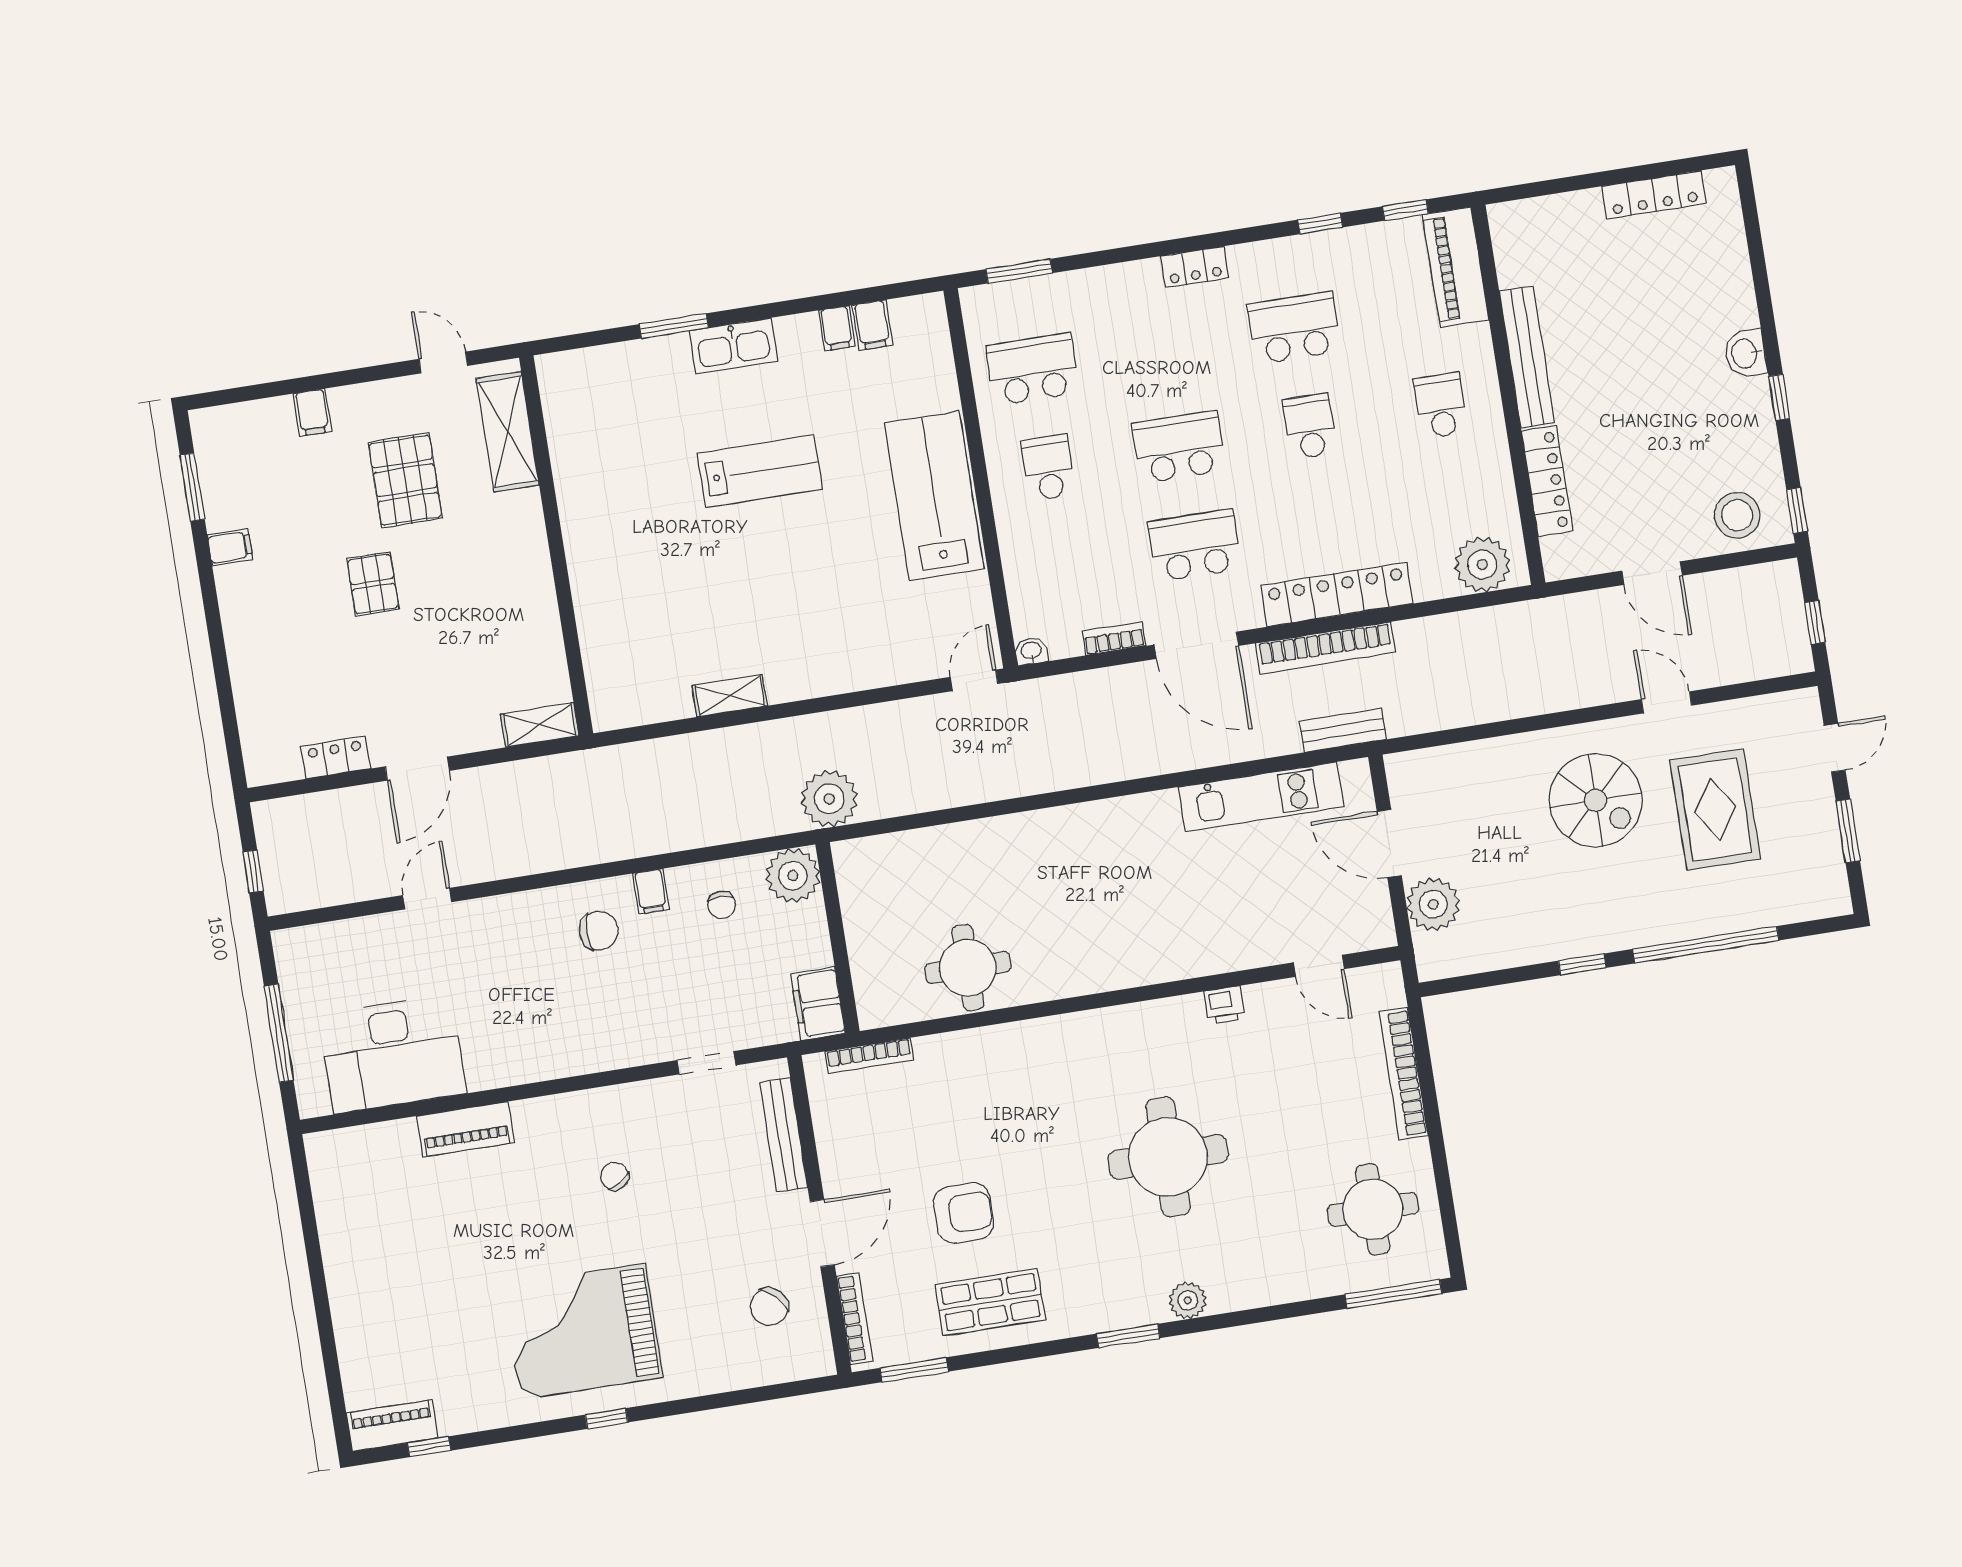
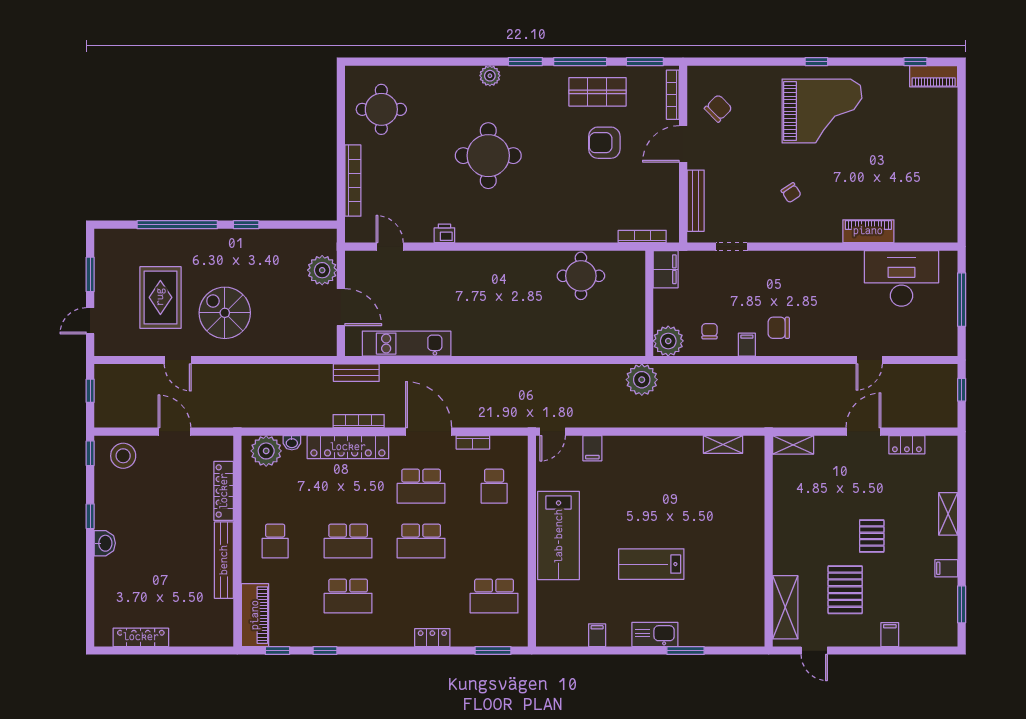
locker: (1195, 267) -> (432, 638), moved
filing cabinet: (872, 325) -> (592, 448), moved, turned 180
school desk: (1310, 426) -> (348, 541), width x1.85
school desk: (1048, 468) -> (494, 486), moved
shelving: (242, 645) -> (948, 514), added
bookcase: (1325, 648) -> (359, 421), width x0.68, depth x0.76
washbasin: (1031, 651) -> (292, 443), moved
shelving: (730, 696) -> (723, 444), moved
window: (1393, 1294) -> (580, 62), moved

